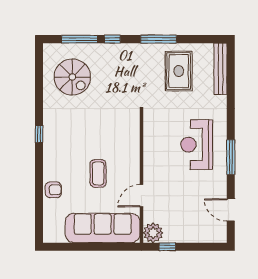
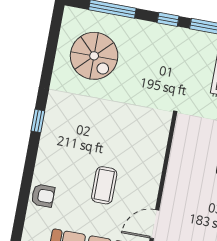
window: (112, 39) -> (168, 19), moved

